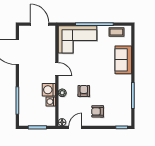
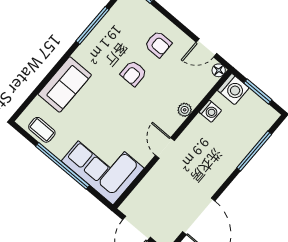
washing machine: (49, 90) -> (233, 89), moved
armchair: (84, 91) -> (133, 73), moved

